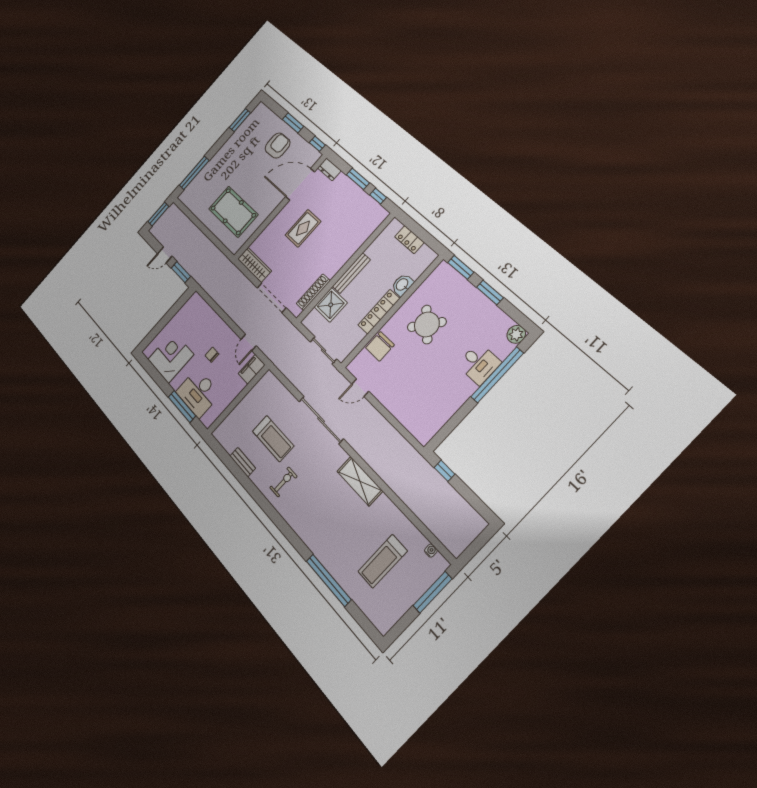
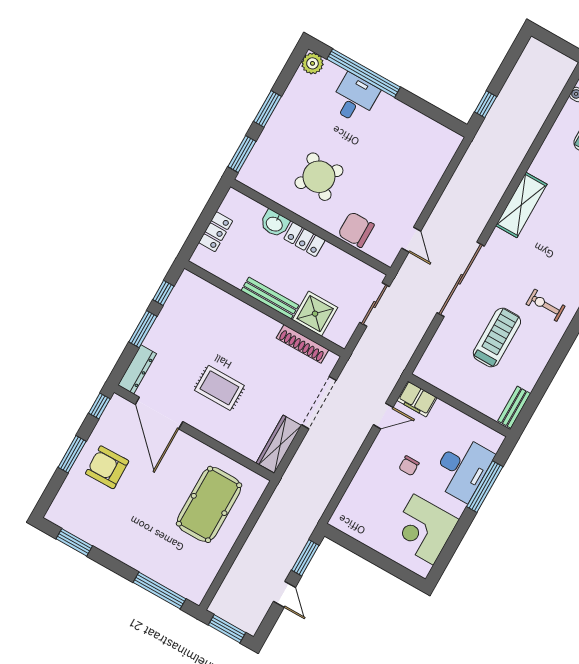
dresser: (329, 169) -> (137, 369), width x1.44
locker: (379, 312) -> (304, 239), width x0.66
chair: (380, 346) -> (356, 230), turned 180
bench: (243, 462) -> (514, 407), moved

